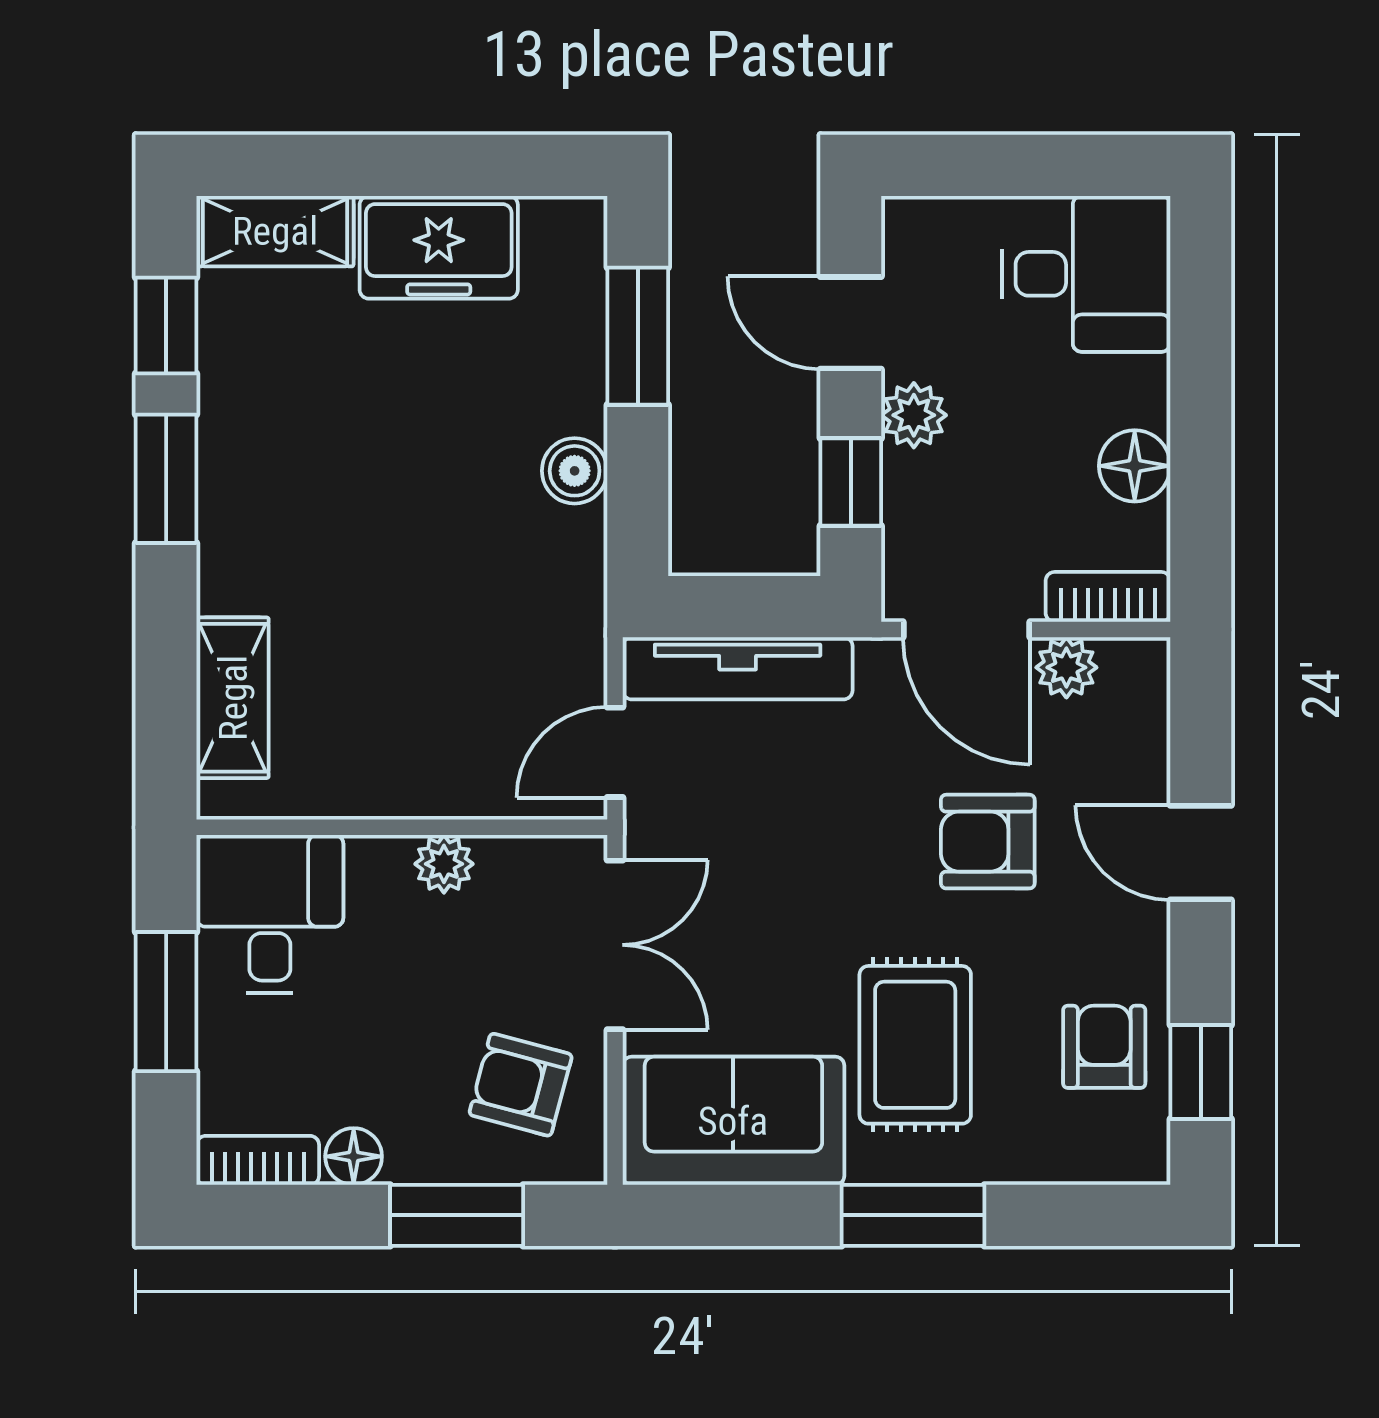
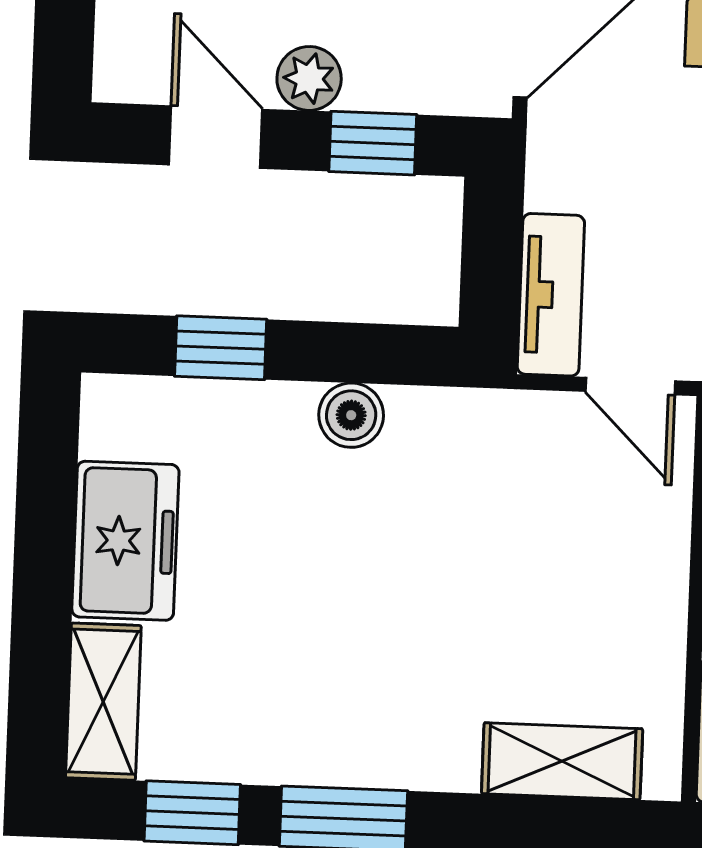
door: (851, 323) -> (216, 137), swing flipped
window: (638, 336) -> (221, 348), width x0.67
tv unit: (738, 668) -> (551, 295), width x0.71

